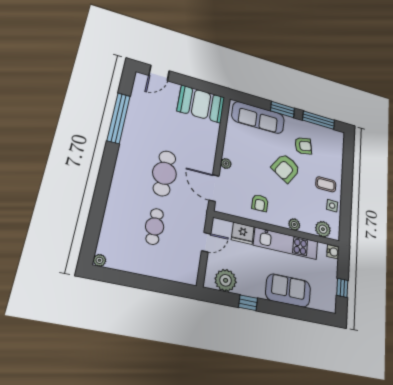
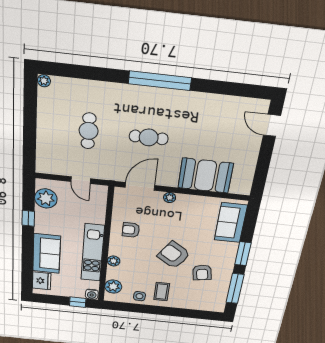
booth: (201, 104) -> (205, 176), moved, turned 90
window: (119, 118) -> (160, 81), moved
sofa: (258, 118) -> (231, 223), width x0.73
cafe table: (164, 173) -> (149, 137), width x0.73, depth x0.74
cafe table: (155, 226) -> (89, 131), turned 90
fridge: (243, 233) -> (42, 281), moved, turned 180
window: (342, 288) -> (78, 302), moved

